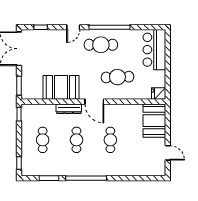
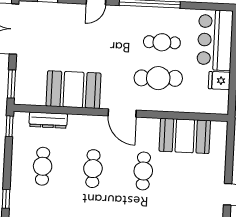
cafe table: (101, 45) -> (162, 42), moved, width x0.73, depth x0.74
fridge: (159, 94) -> (219, 81), moved
dresser: (69, 109) -> (48, 120), moved
booth: (154, 121) -> (185, 136), moved, turned 90

